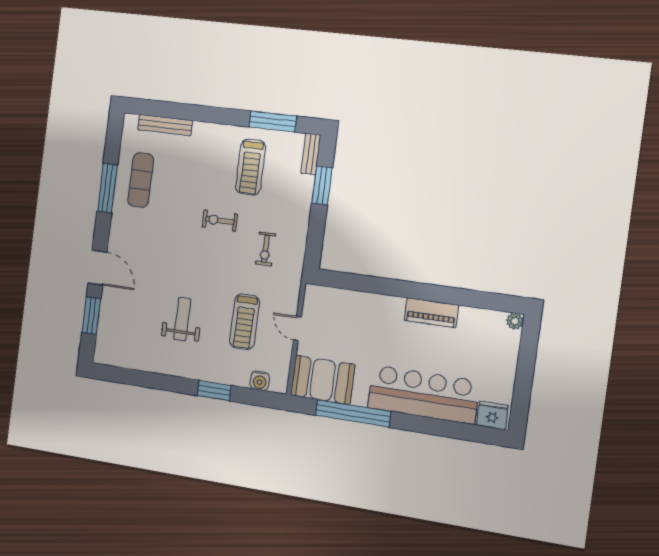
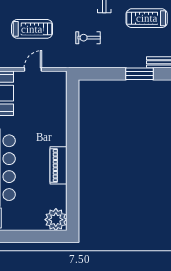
plant: (515, 321) -> (56, 220), width x1.88, depth x1.88
treadmill: (244, 322) -> (32, 29), turned 180

